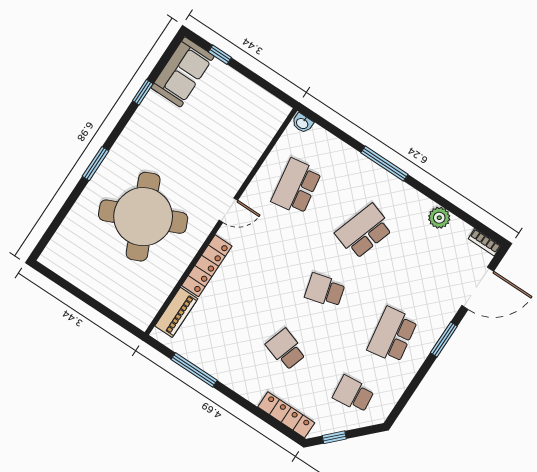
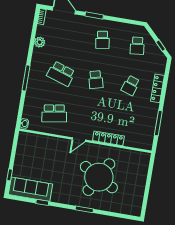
sofa: (183, 72) -> (31, 189), width x1.36
door: (228, 210) -> (79, 140), swing flipped
round table: (143, 217) -> (99, 177), turned -37
piano: (176, 312) -> (136, 143), removed
school desk: (392, 335) -> (102, 40), width x0.54
locker: (286, 415) -> (157, 88), moved

